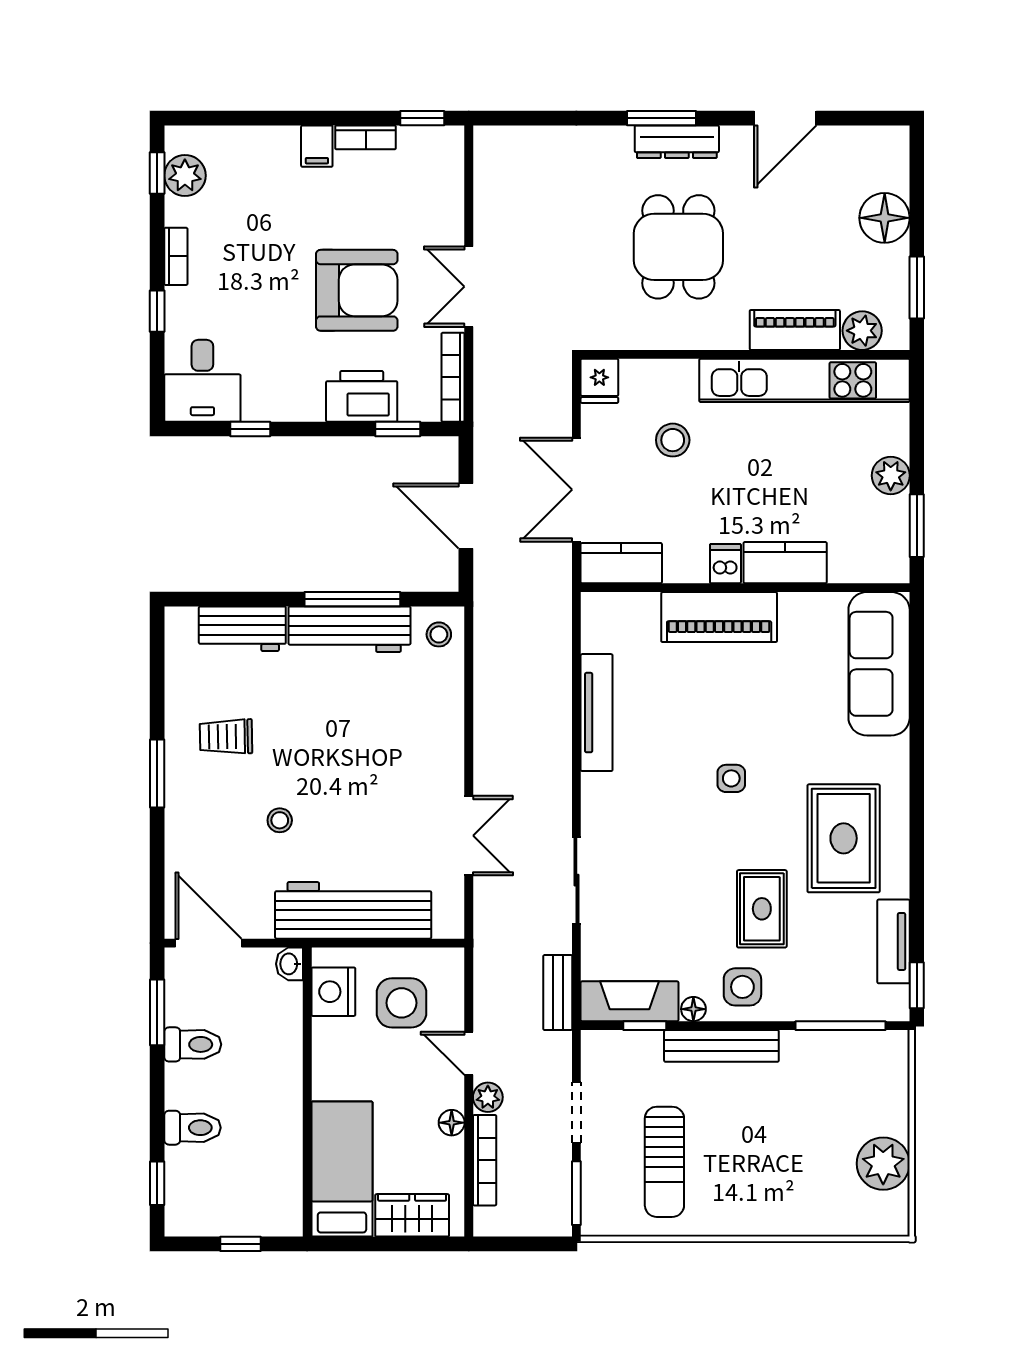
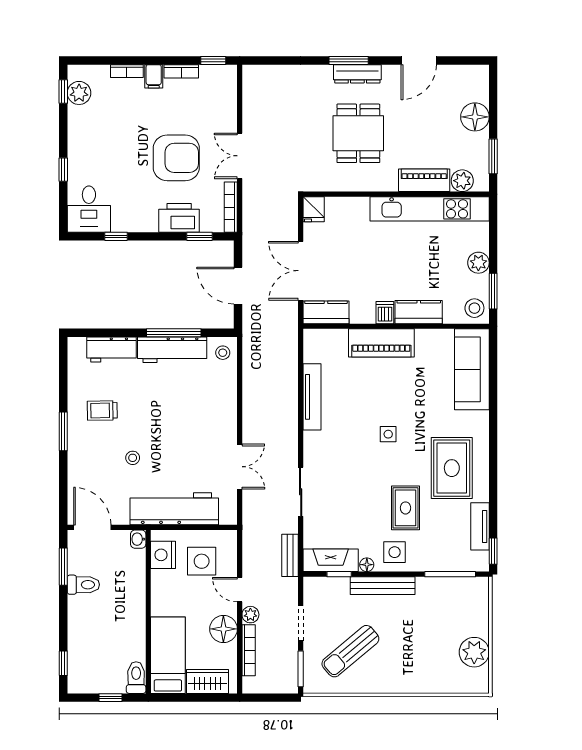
bookcase: (176, 256) -> (127, 71), moved, turned 90
stool: (673, 440) -> (474, 308), moved
floor lamp: (452, 1123) -> (223, 629), width x1.89, depth x1.89
toilet: (192, 1128) -> (136, 678), moved, turned -90
sun lounger: (664, 1162) -> (350, 651), turned 50

